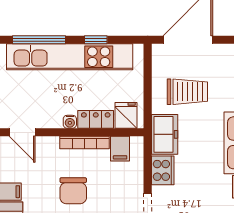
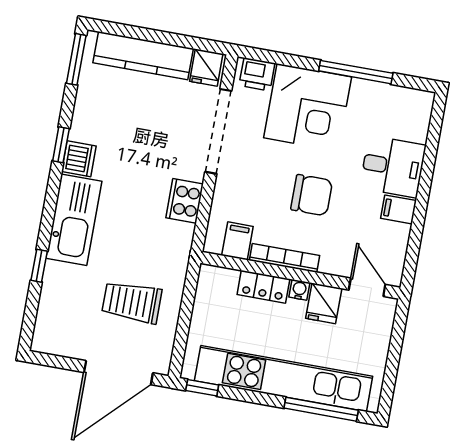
window: (96, 40) -> (202, 388), moved
fridge: (126, 115) -> (324, 303), moved
freezer: (165, 134) -> (173, 250), removed
chair: (73, 191) -> (312, 195), turned 90

